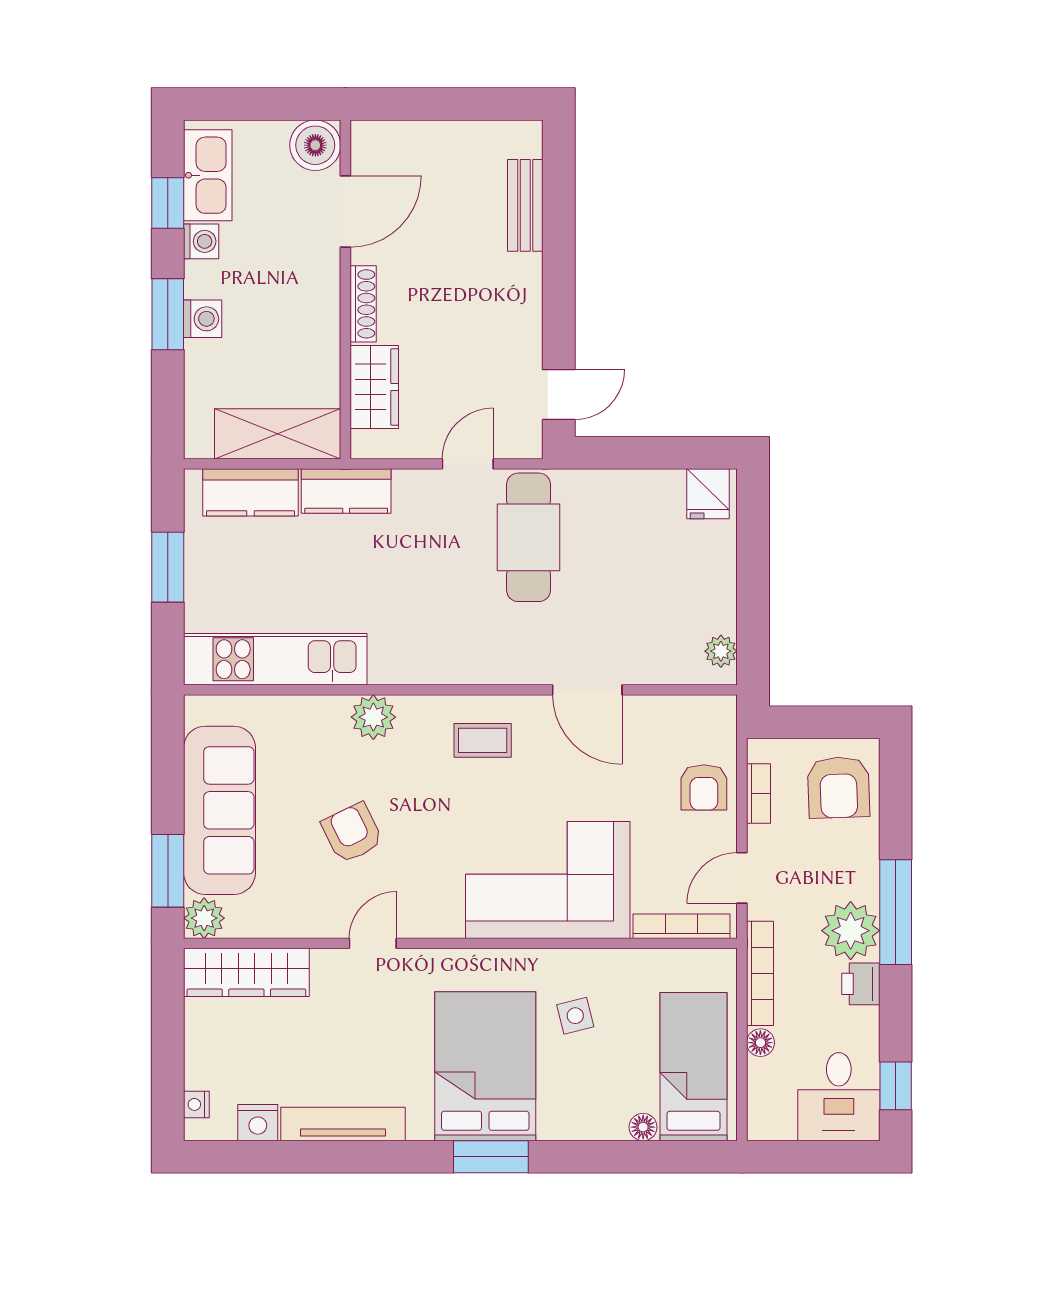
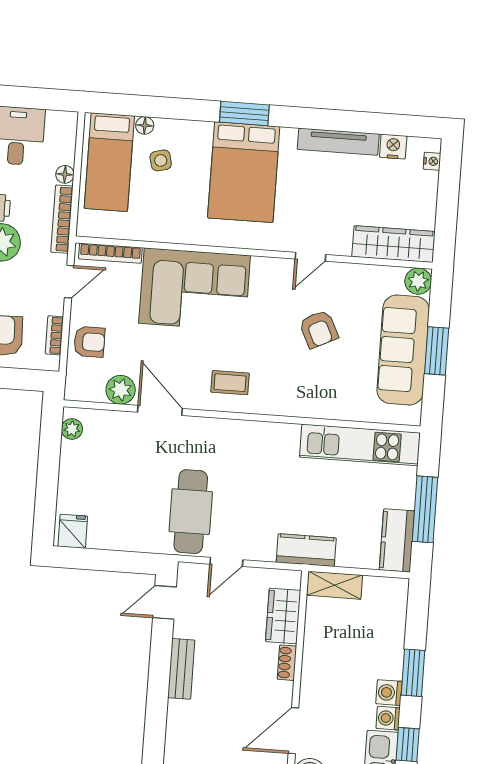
bench: (525, 205) -> (181, 669), moved
shoe rack: (363, 304) -> (287, 663), width x0.70
washing machine: (203, 319) -> (389, 693), moved
shelving: (278, 434) -> (334, 585), width x0.67, depth x0.75
kitchen counter: (250, 492) -> (397, 540), moved, turned -90
window: (168, 567) -> (425, 509), width x1.44
plant: (373, 717) -> (121, 390), moved
armchair: (704, 787) -> (89, 342), turned 90
window: (168, 871) -> (437, 351), moved
side table: (575, 1016) -> (161, 160), moved

